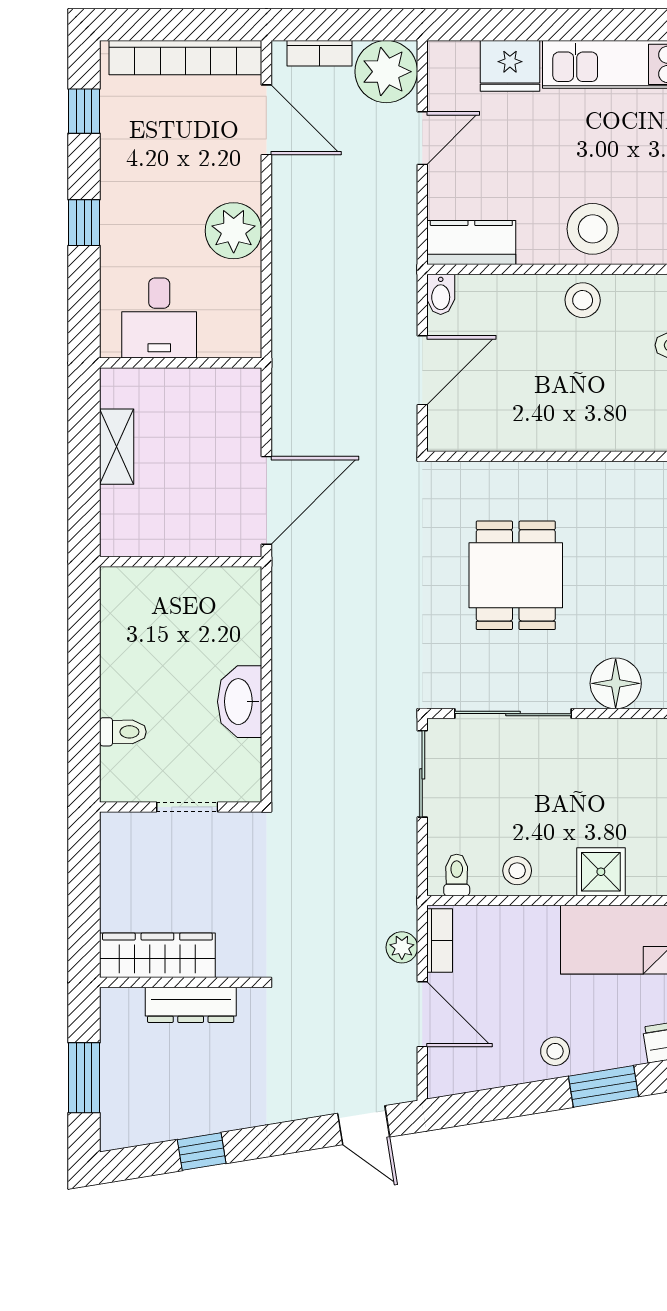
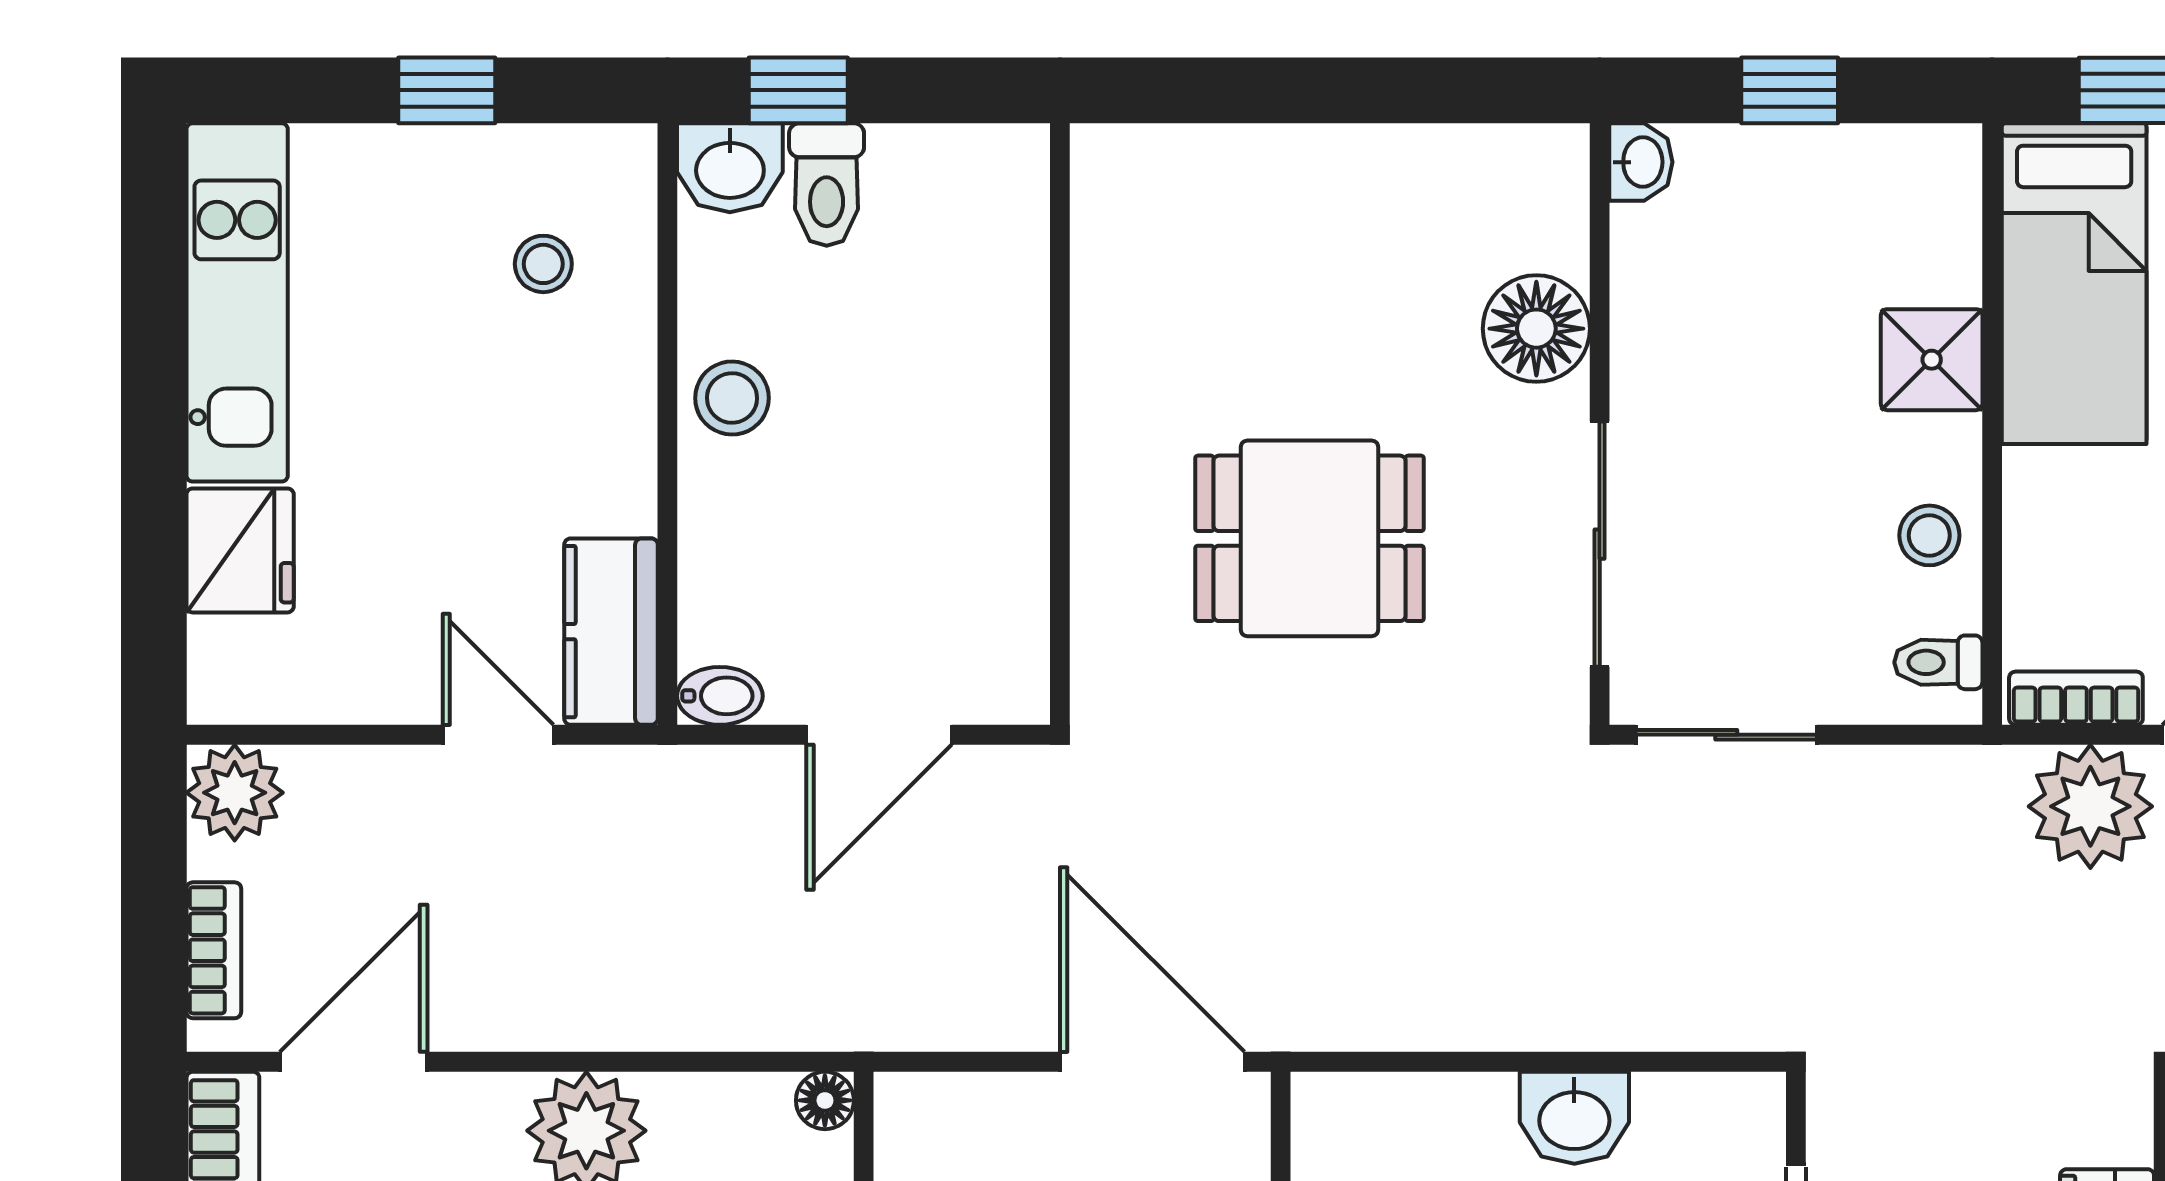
plant: (386, 72) -> (235, 793), width x0.73, depth x0.73
door: (422, 138) -> (498, 735), moved
stool: (593, 229) -> (543, 264), moved, width x0.53, depth x0.53
floor lamp: (248, 344) -> (825, 1100), added
door: (422, 370) -> (879, 735), swing flipped
washbasin: (240, 702) -> (1574, 1118), width x0.72
plant: (402, 947) -> (2090, 806), width x1.87, depth x1.87

